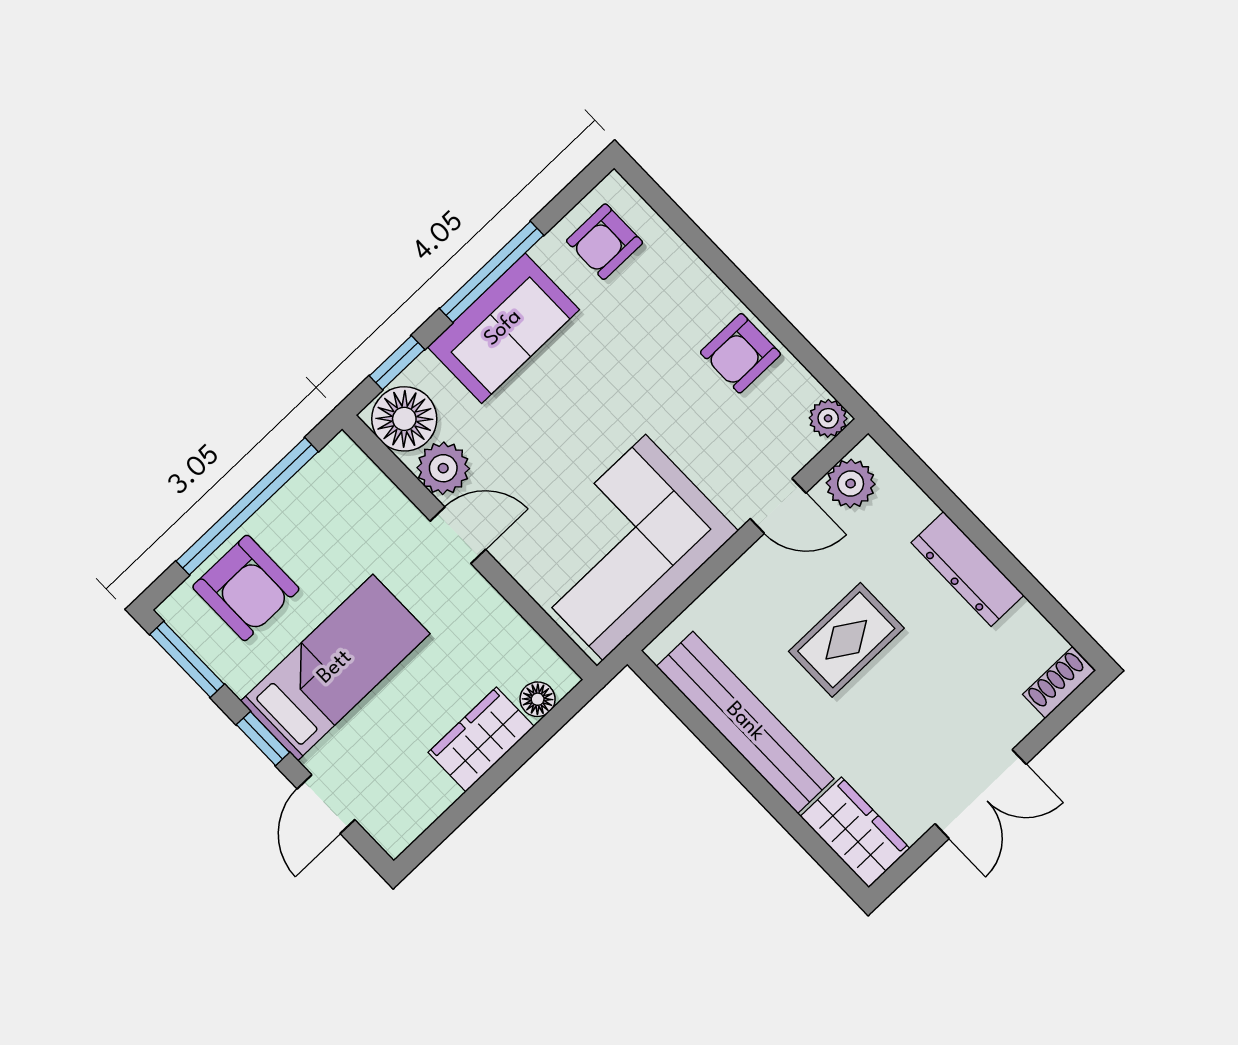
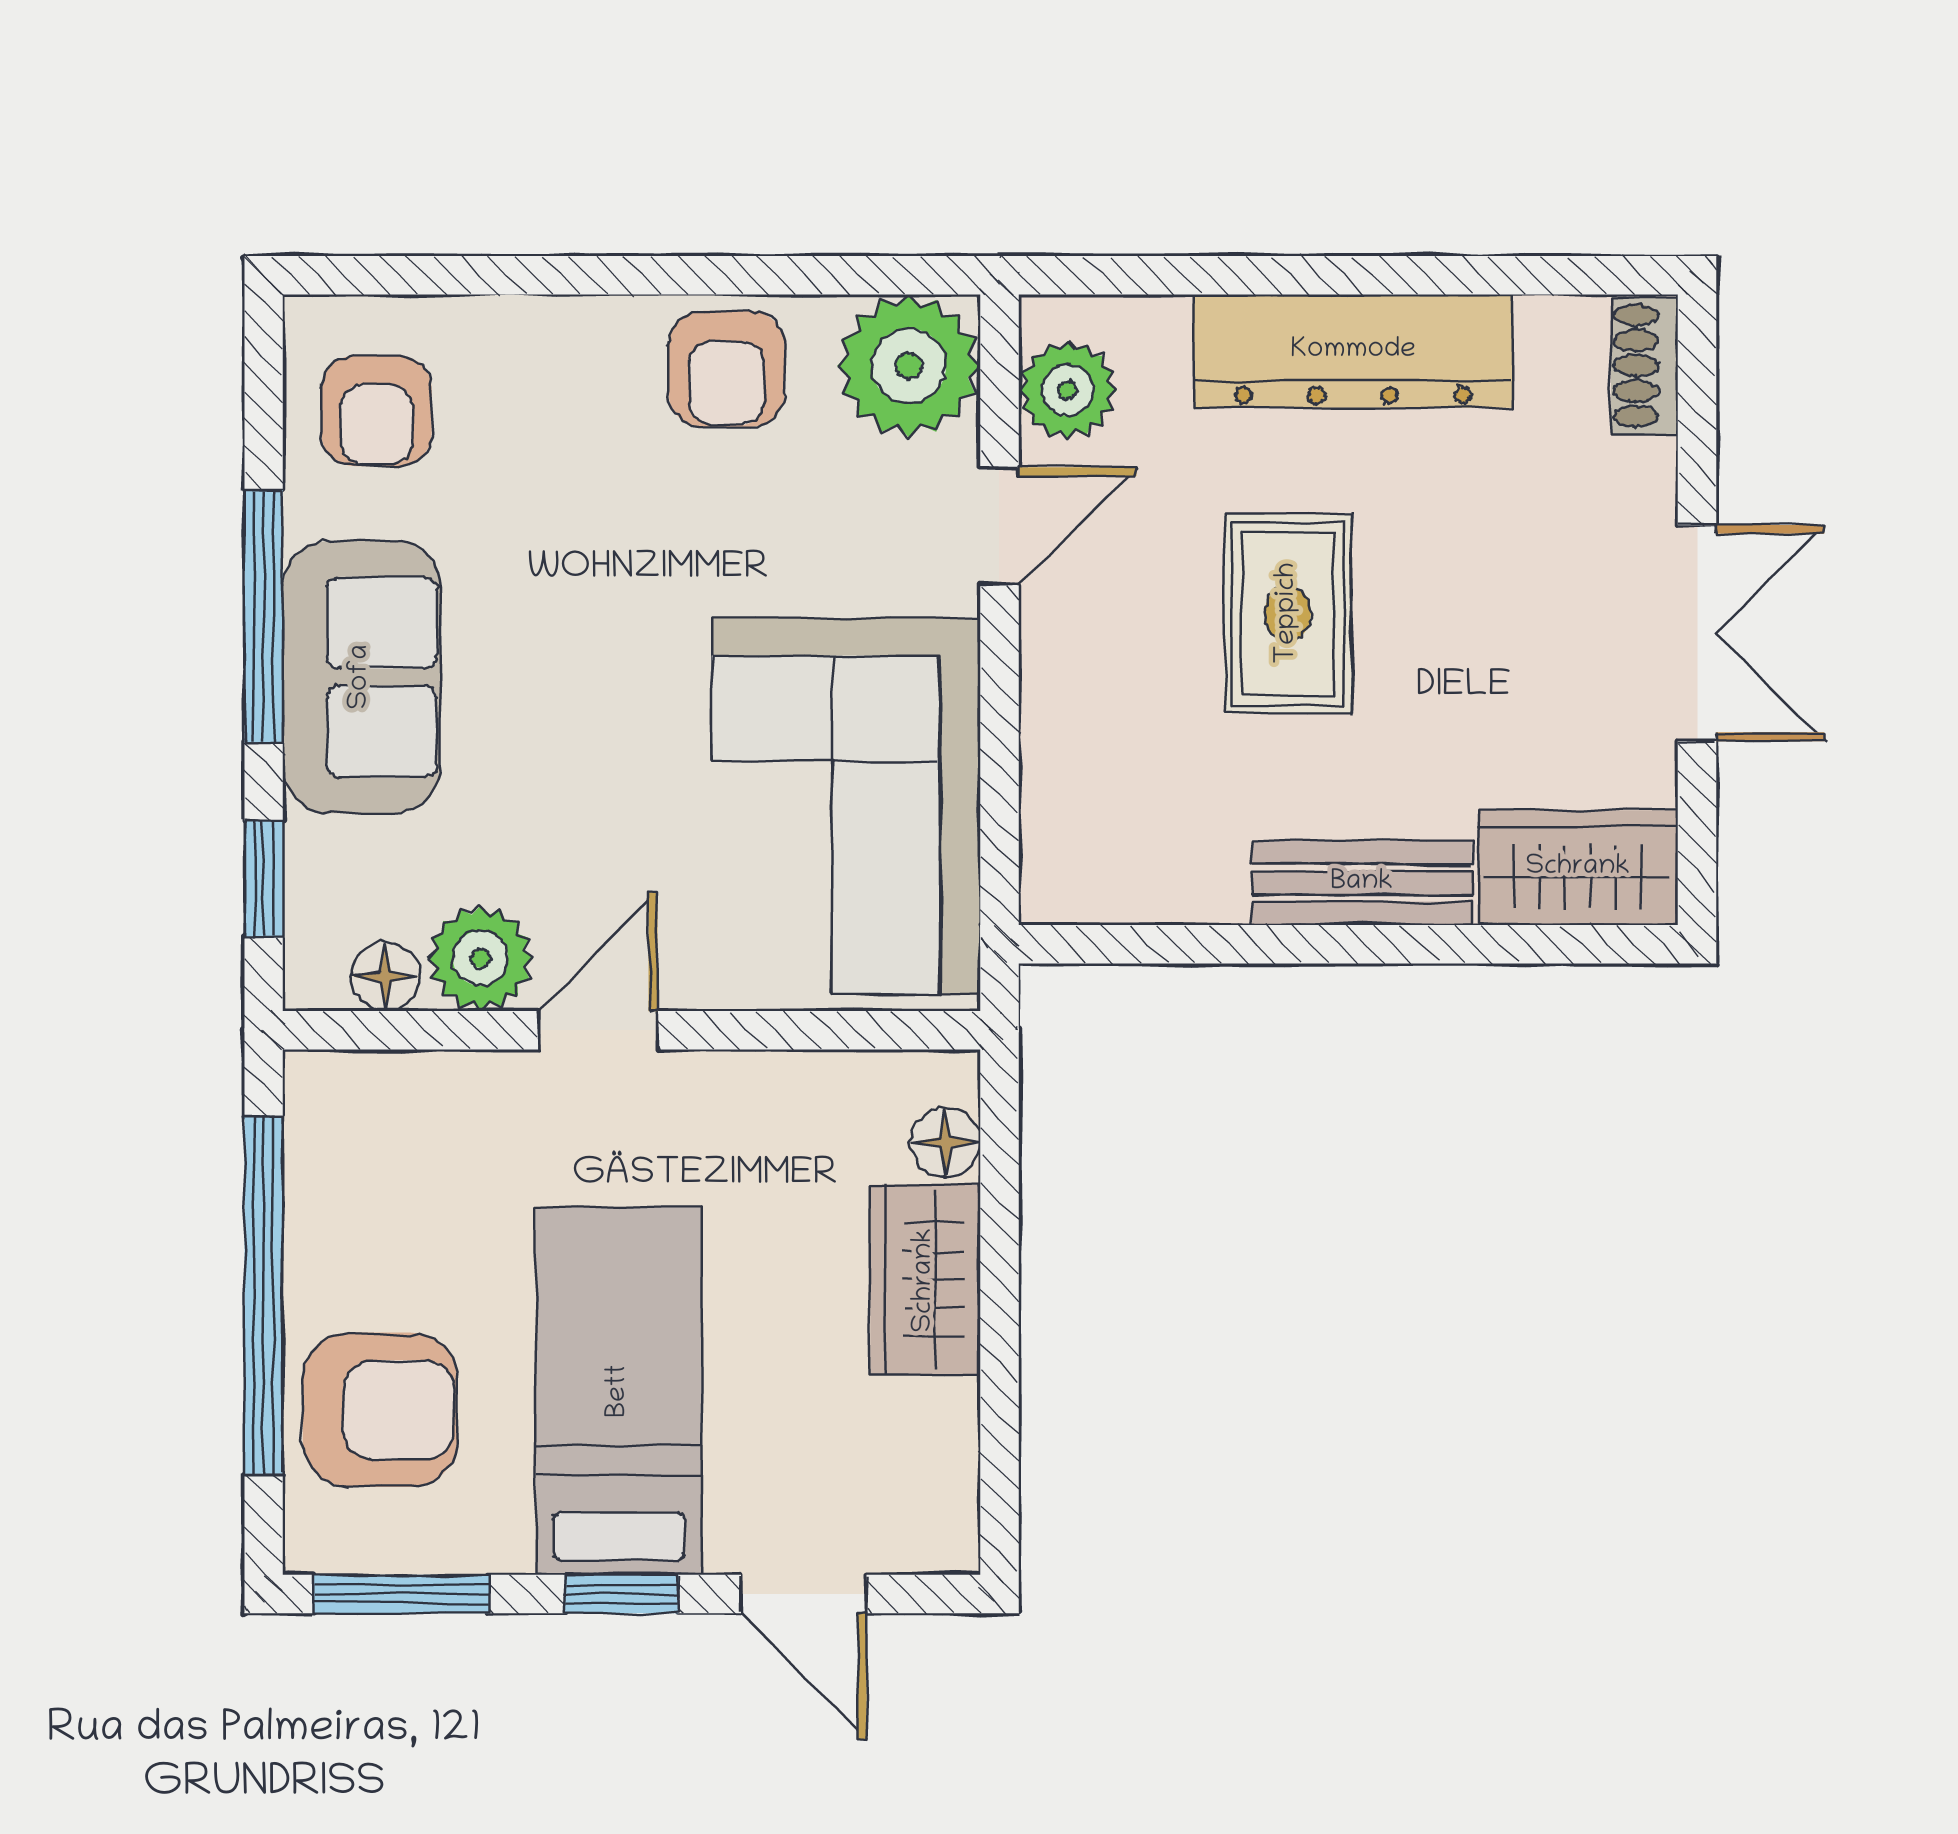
plant: (828, 418) -> (909, 366), width x1.87, depth x1.87
floor lamp: (404, 419) -> (386, 977), width x0.53, depth x0.53
dresser: (967, 569) -> (1353, 351), width x1.37, depth x1.24
bench: (745, 722) -> (1362, 883), width x0.54, depth x0.82

